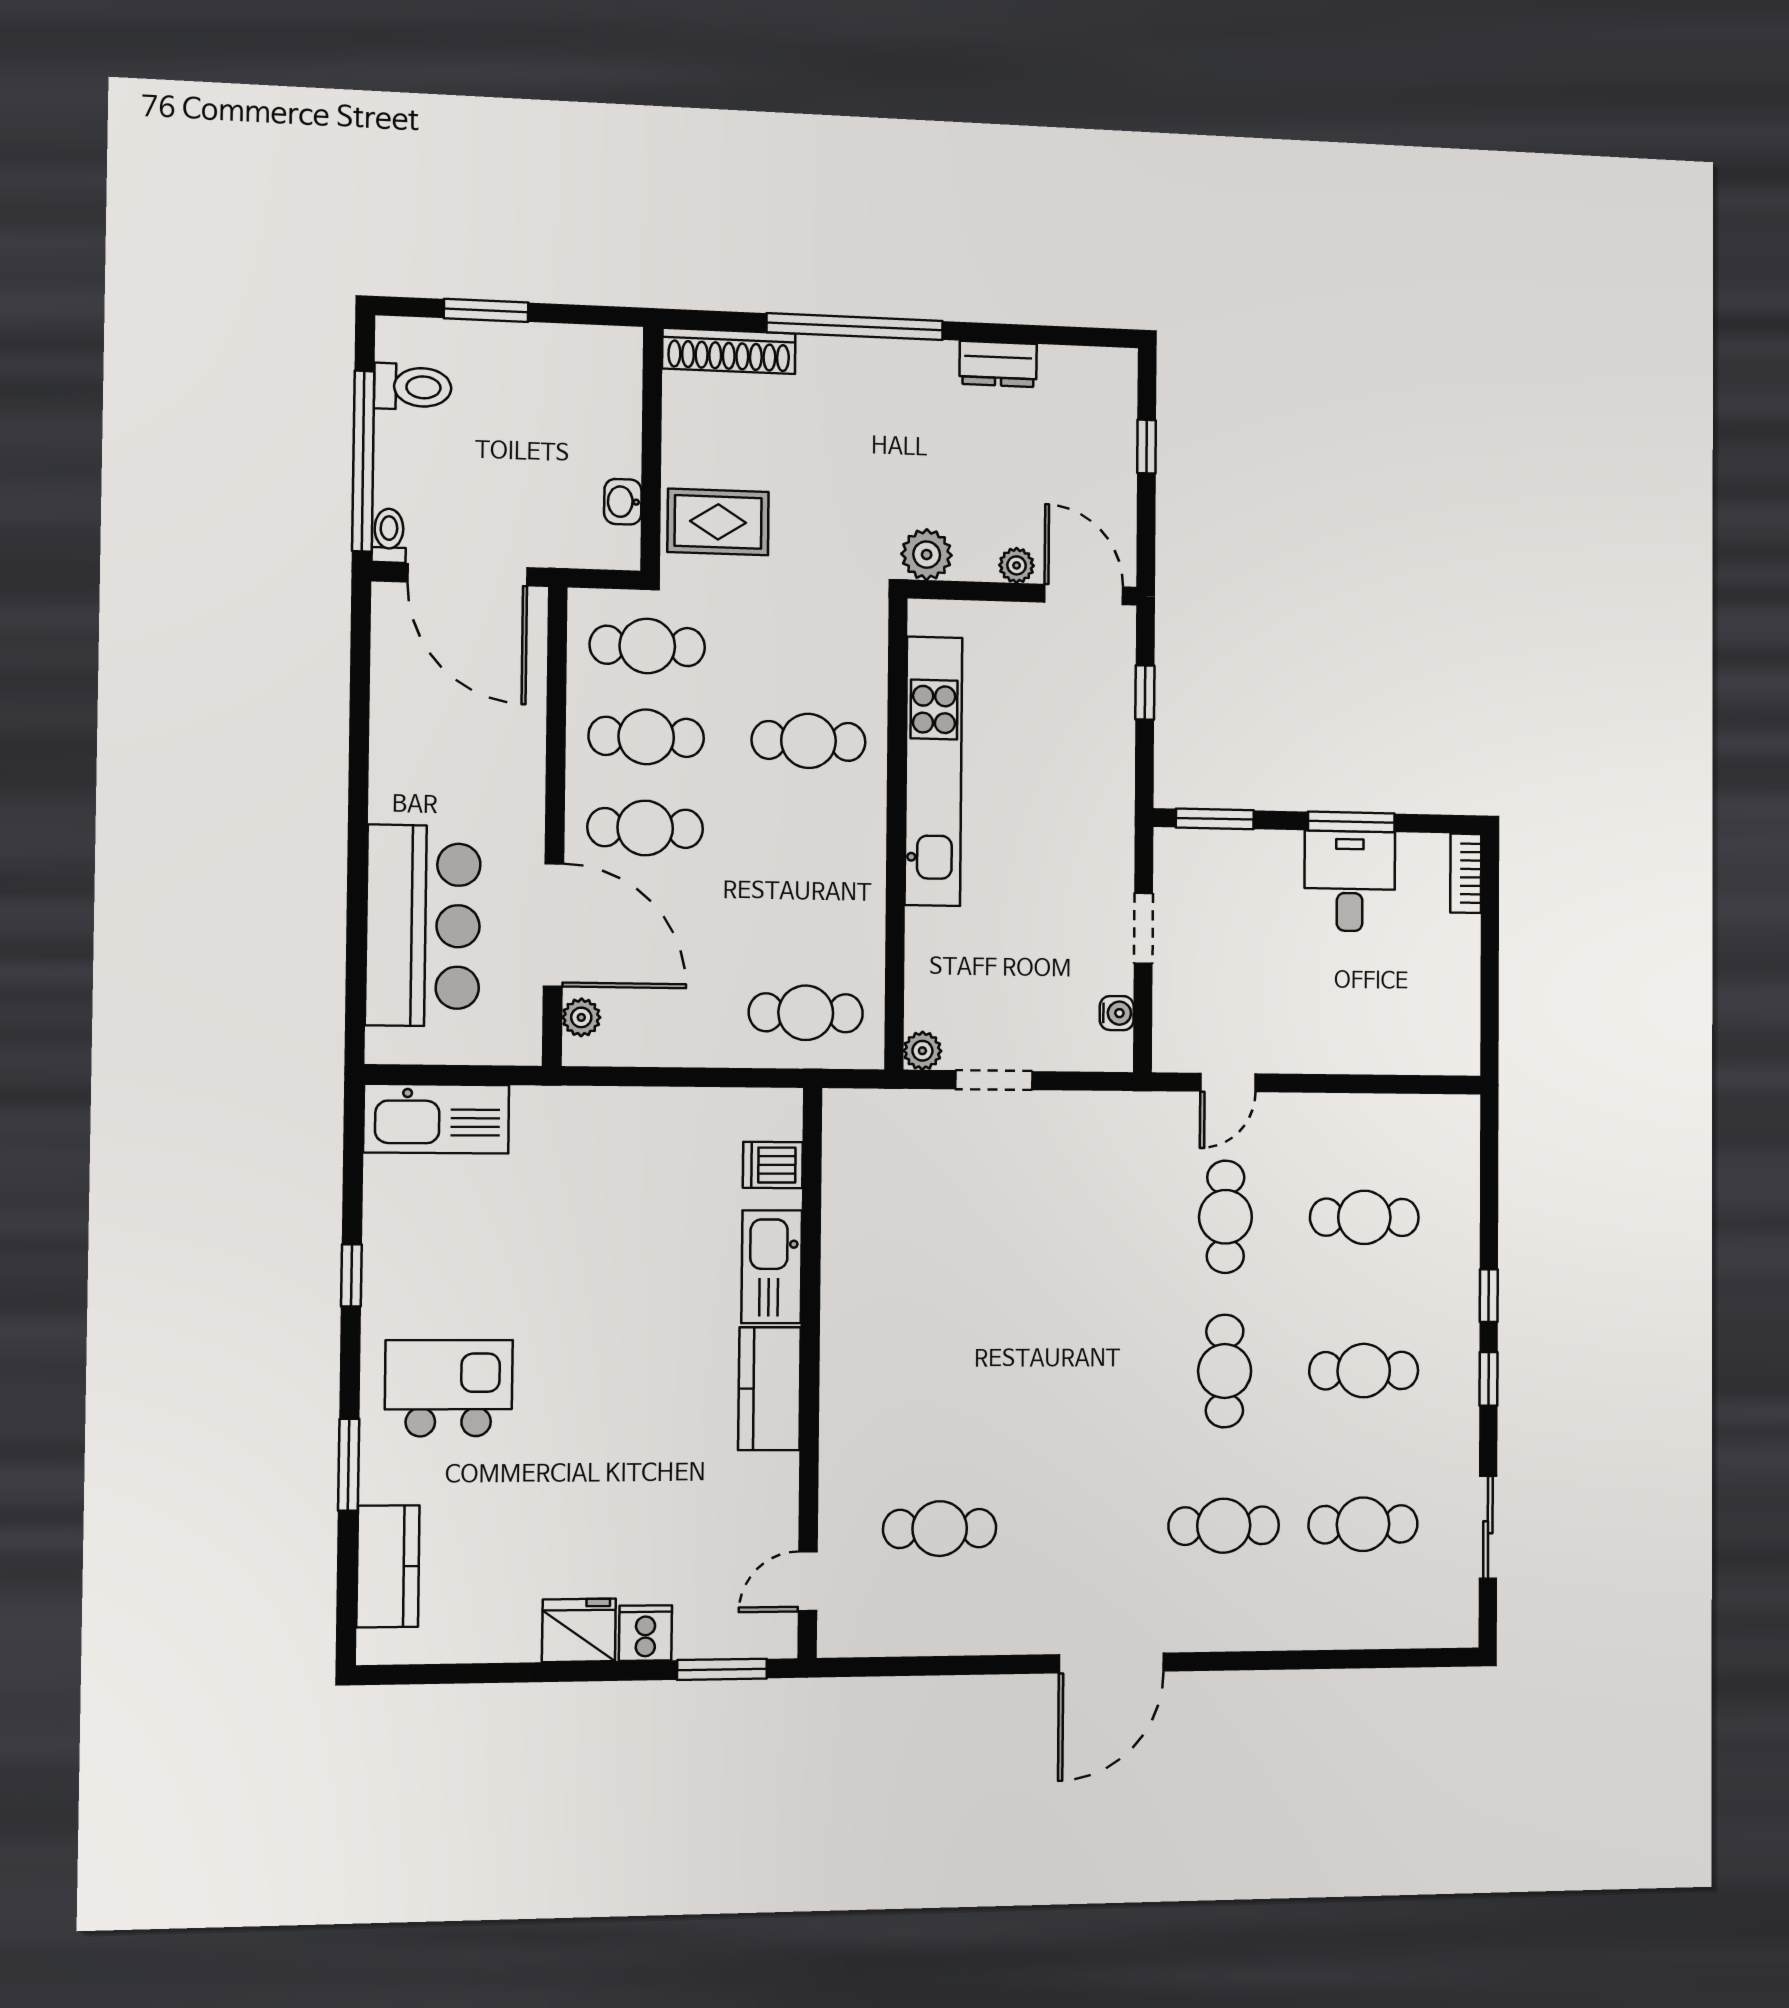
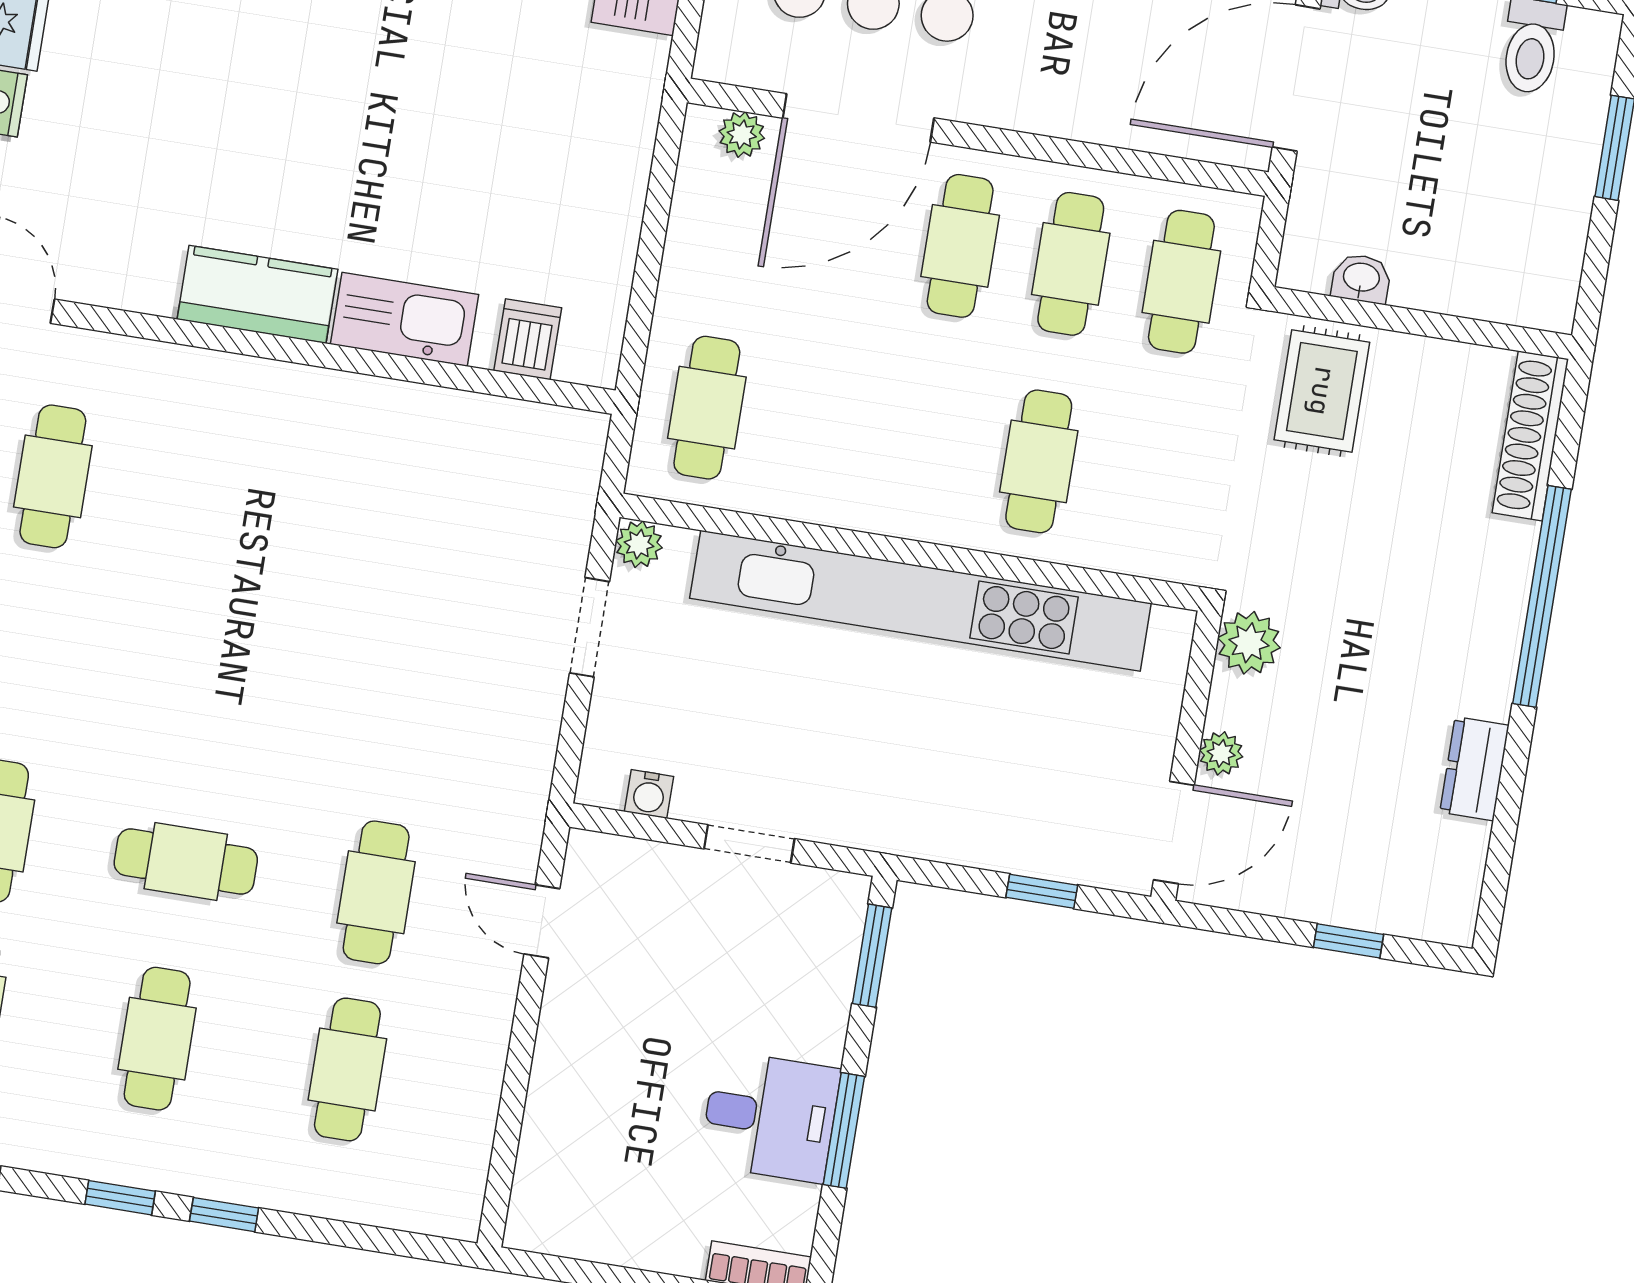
kitchen unit: (934, 771) -> (920, 601), width x1.36
cafe table: (1225, 1217) -> (376, 892), turned 90

